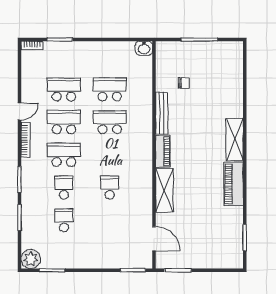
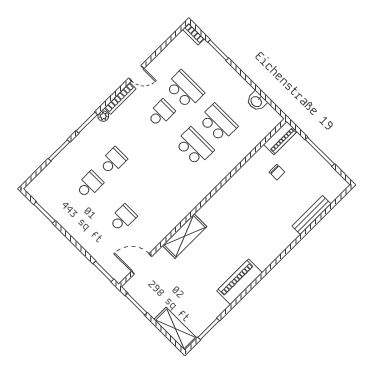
washbasin: (144, 48) -> (257, 101), moved
bench: (162, 113) -> (312, 215), moved
school desk: (64, 122) -> (161, 113), width x0.54
shelving: (235, 140) -> (175, 329), moved, turned 90
piano: (163, 151) -> (280, 138), moved
school desk: (64, 155) -> (137, 137), removed
school desk: (110, 188) -> (123, 218), moved
door: (154, 239) -> (142, 264), swing flipped
plant: (31, 259) -> (103, 116), moved, width x0.53, depth x0.53

